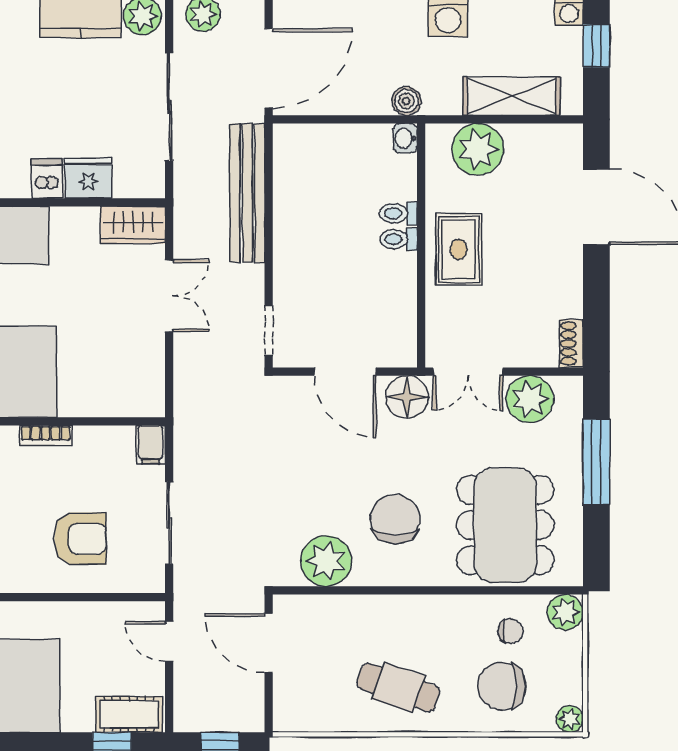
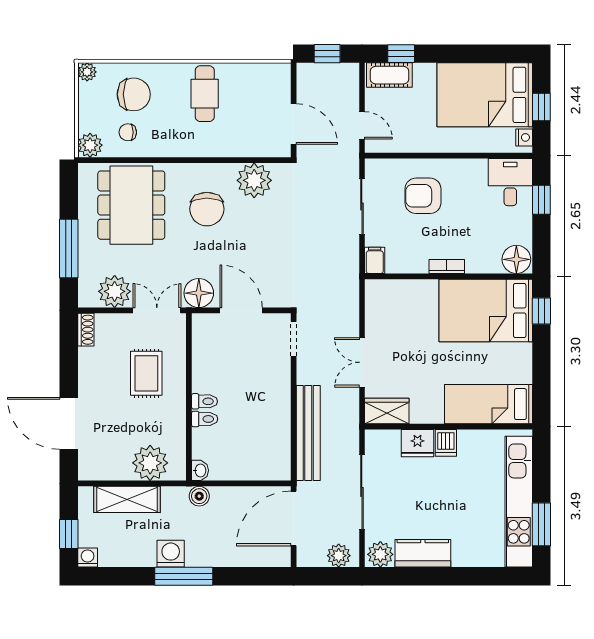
rug: (459, 249) -> (146, 373), moved
cafe table: (398, 687) -> (205, 94), turned 71

